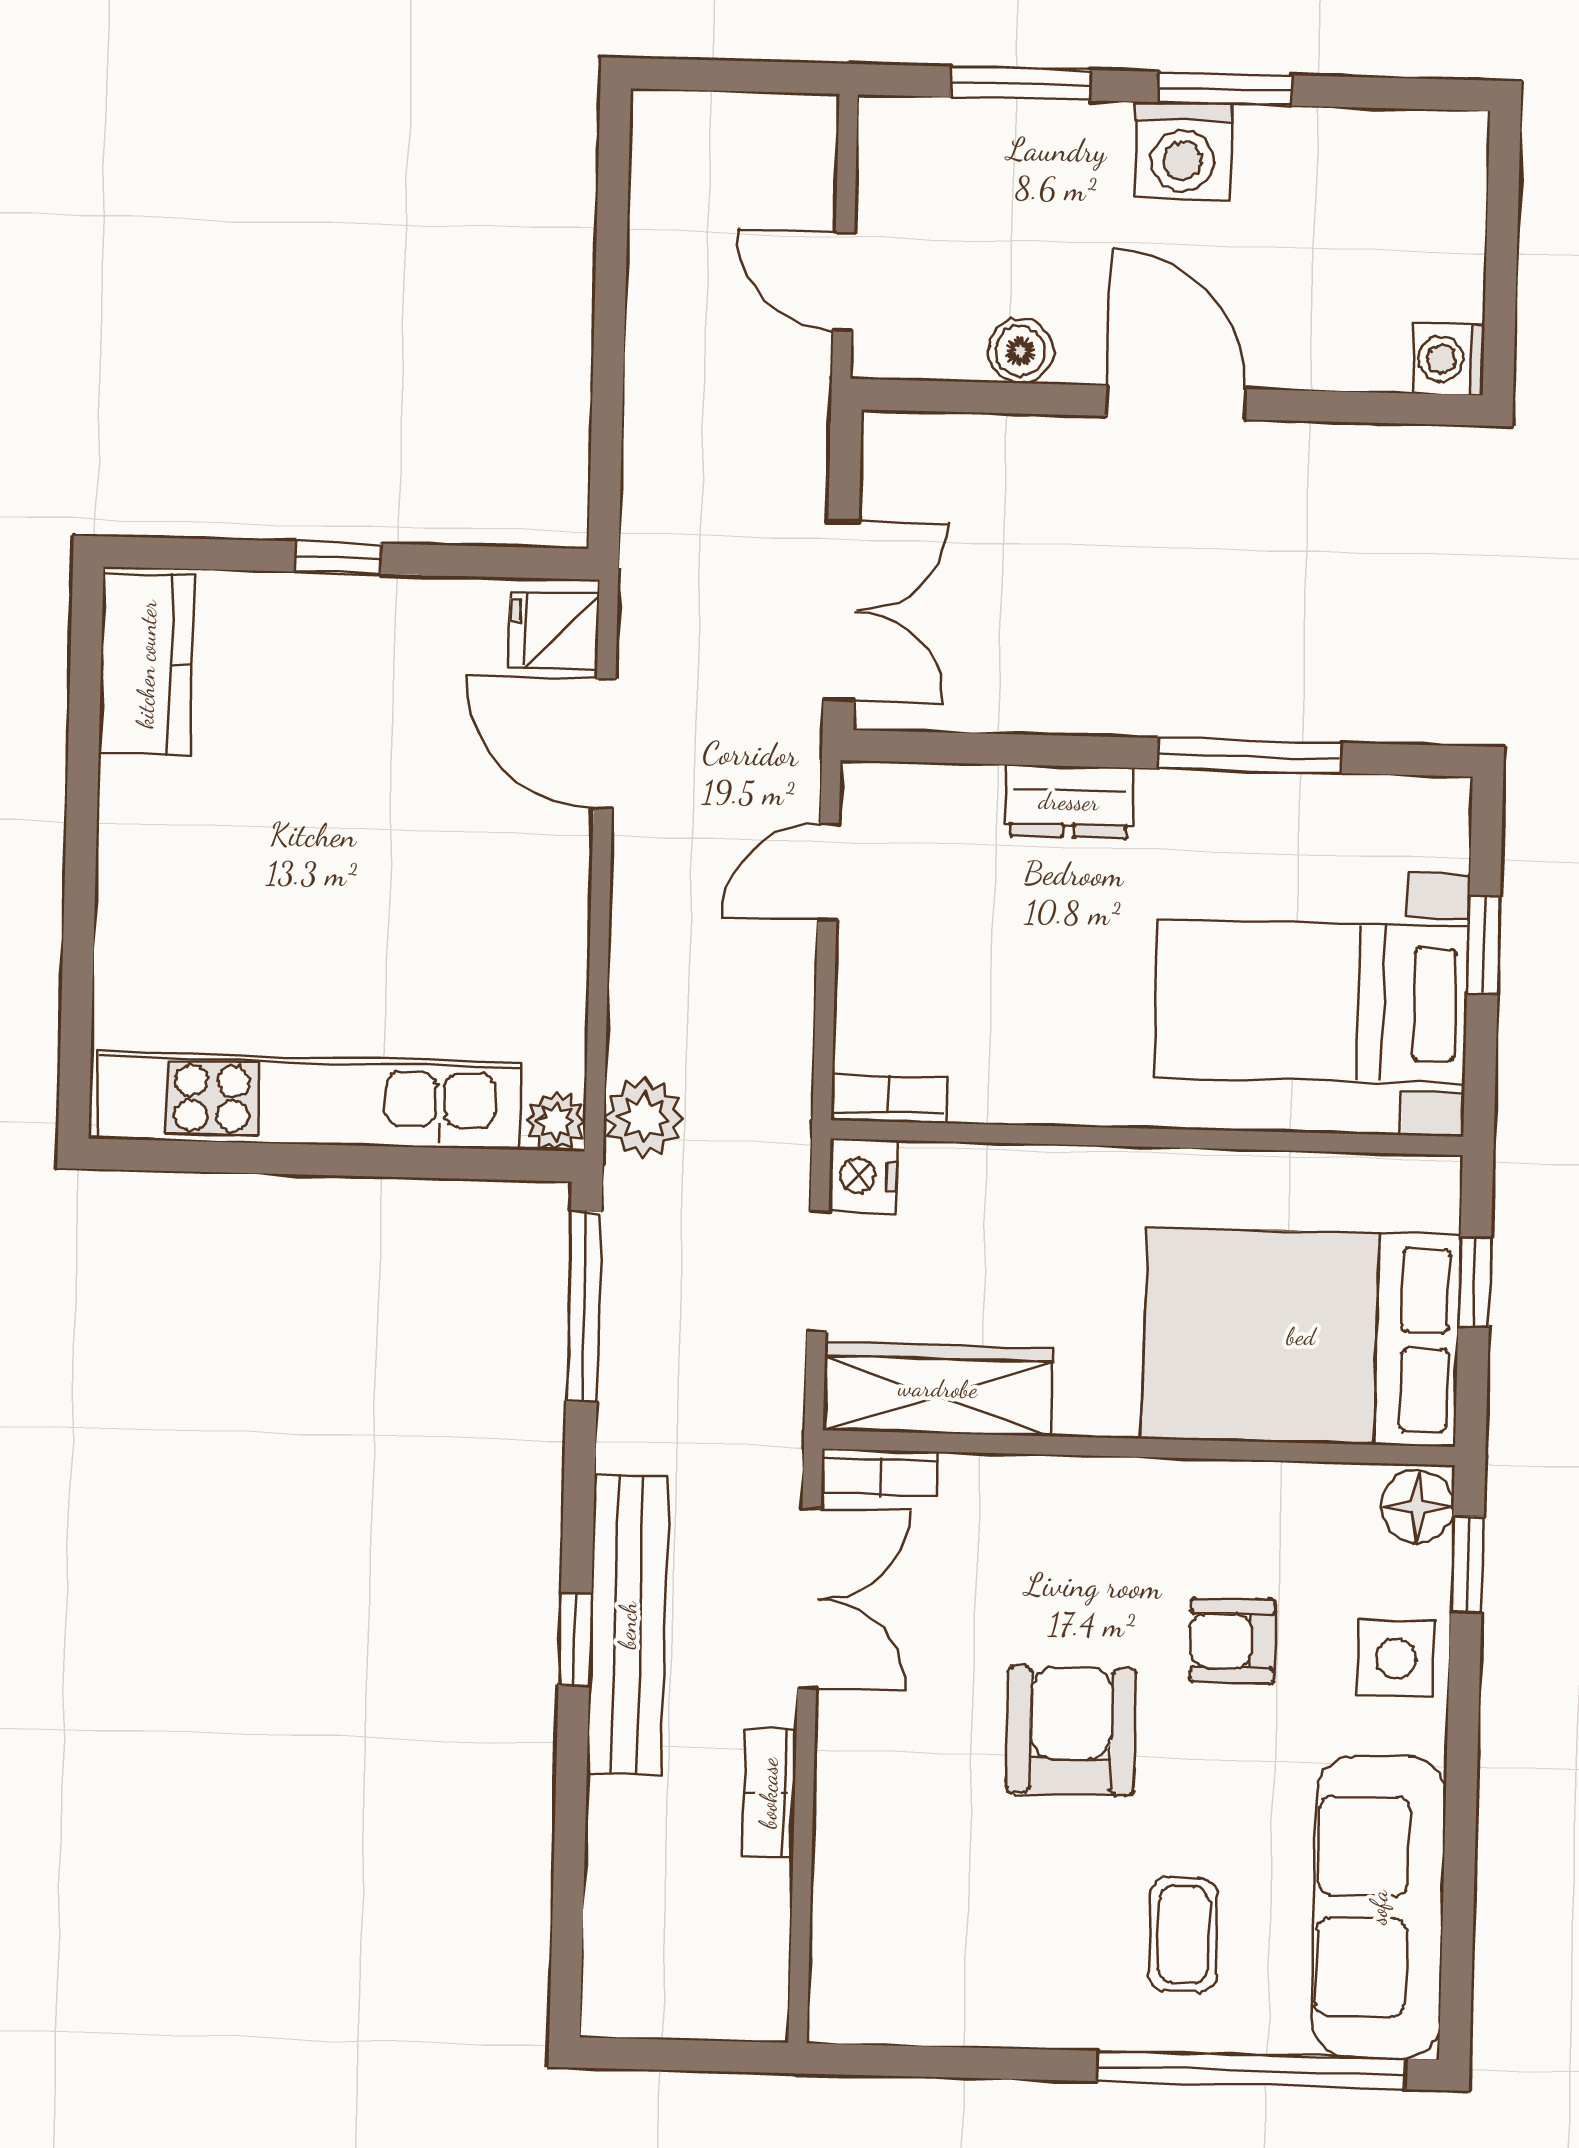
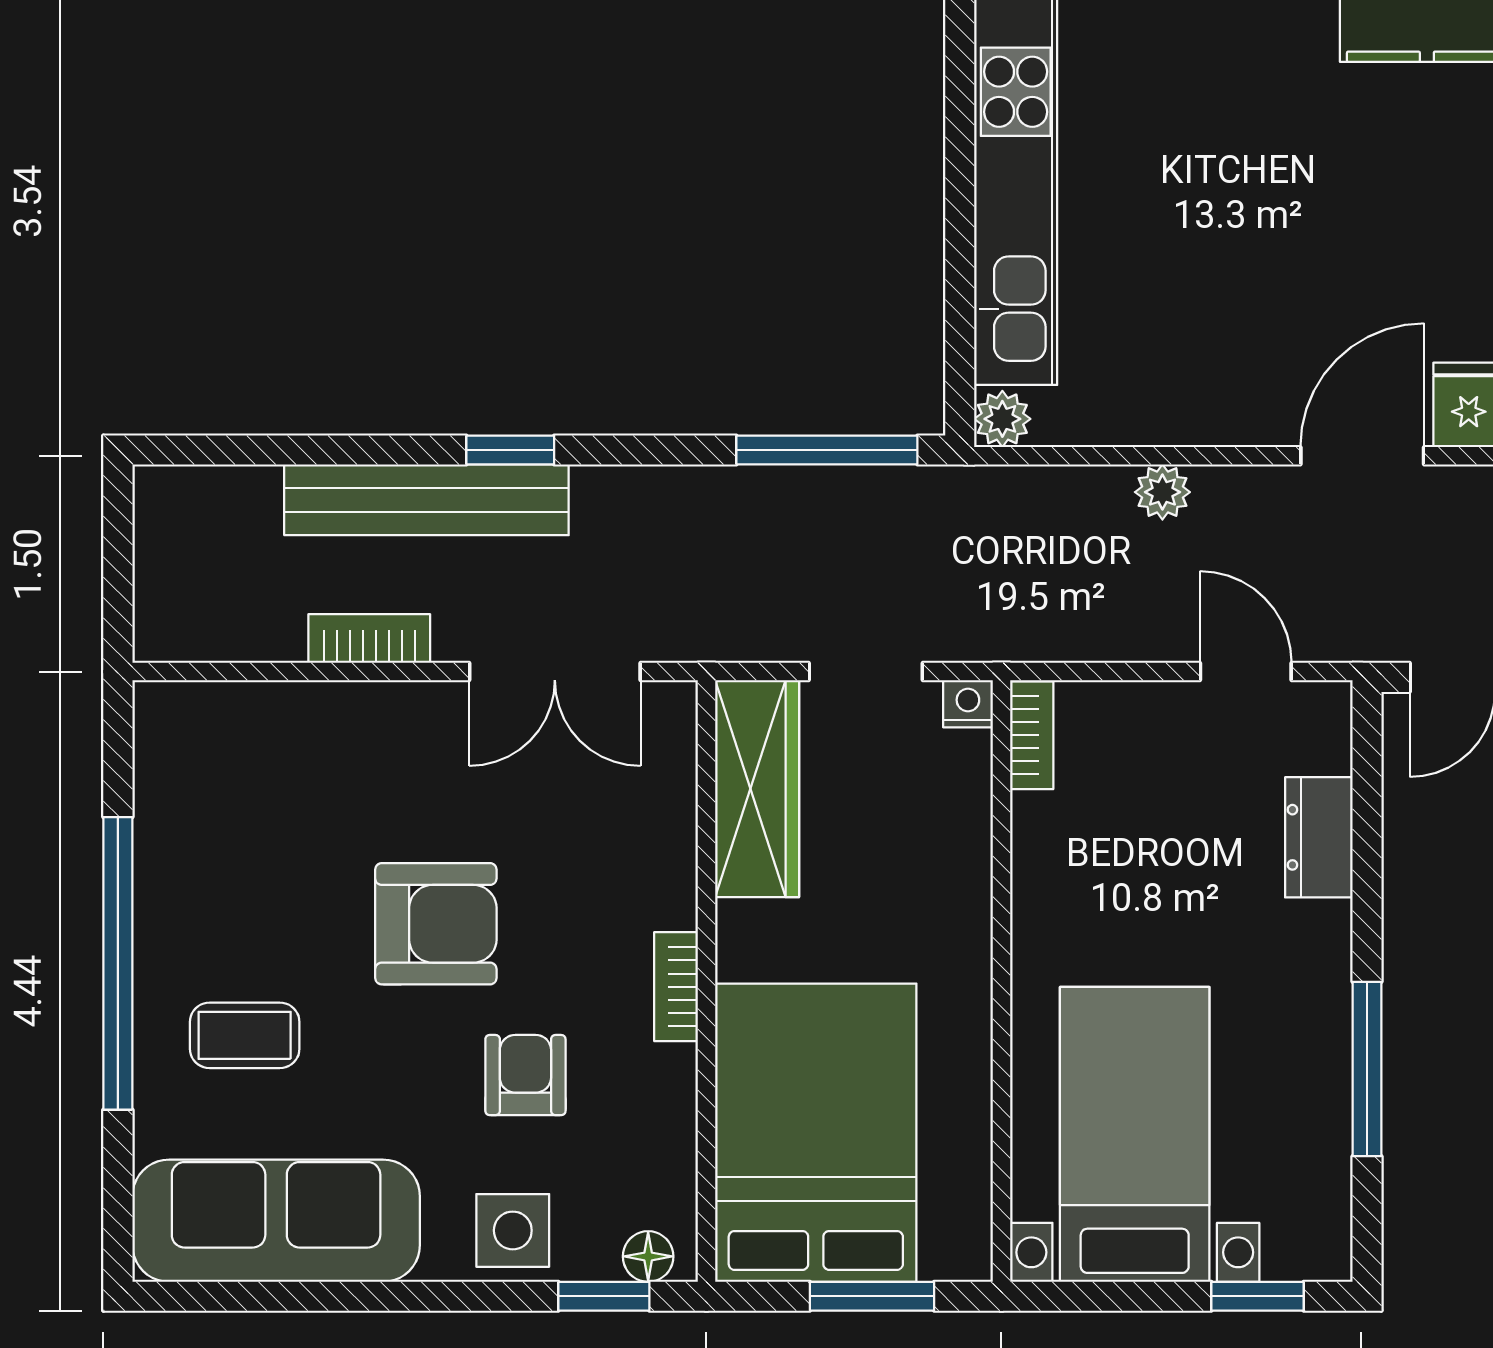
dresser: (1069, 802) -> (1319, 837), moved
window: (1483, 946) -> (1257, 1296), moved
plant: (644, 1118) -> (1162, 492), moved, width x0.73, depth x0.73
nightstand: (863, 1176) -> (968, 704), width x0.72, depth x0.74
window: (1475, 1282) -> (872, 1296), width x1.50
bookcase: (881, 1473) -> (676, 987), moved
floor lamp: (1417, 1507) -> (648, 1256), width x0.73, depth x0.73
bench: (628, 1625) -> (426, 500), moved
window: (1251, 2070) -> (118, 963), moved

